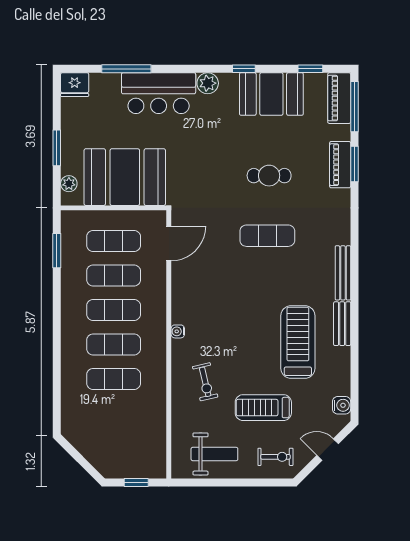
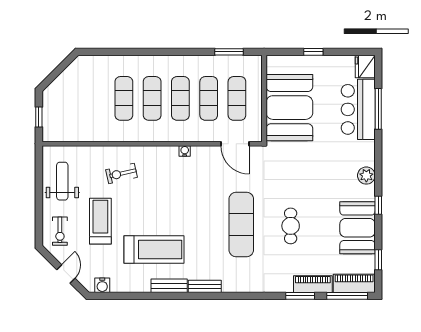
bar counter: (159, 93) -> (358, 109), moved
window: (57, 148) -> (313, 52), width x0.67
piano: (340, 165) -> (313, 284), moved
plant: (69, 184) -> (284, 62), removed
exercise mat: (267, 236) -> (241, 224), width x1.36, depth x1.45
bench: (343, 273) -> (205, 286), width x0.73
water cooler: (178, 331) -> (185, 151), moved
weight bench: (214, 454) -> (62, 181), turned 180

